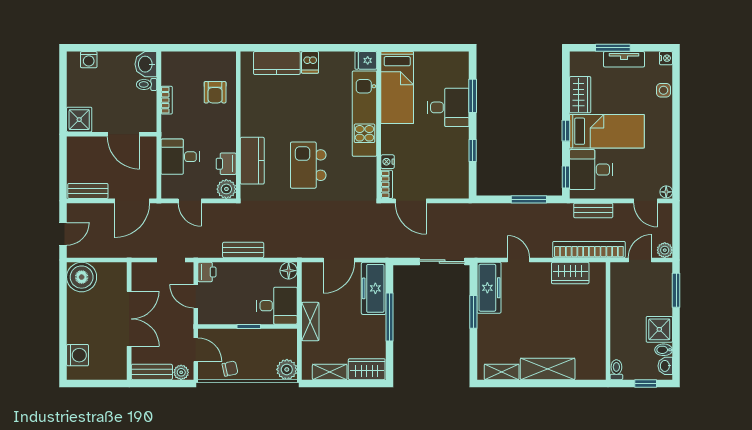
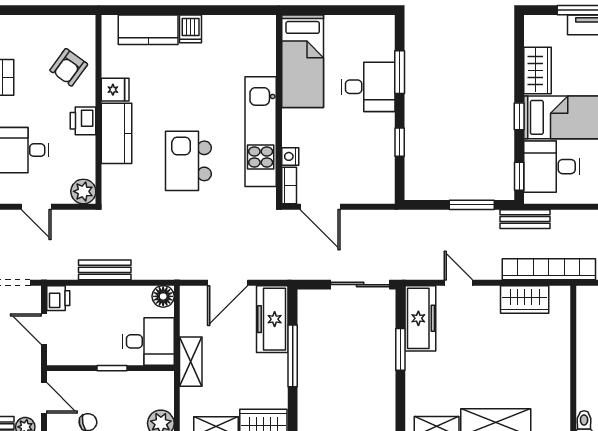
fridge: (366, 60) -> (115, 90), moved, turned 180
armchair: (215, 92) -> (69, 67), turned 36
kitchen unit: (364, 114) -> (261, 132), moved
kitchen counter: (252, 161) -> (116, 133), moved
printer: (226, 164) -> (83, 121), moved
bench: (593, 210) -> (525, 219), moved

